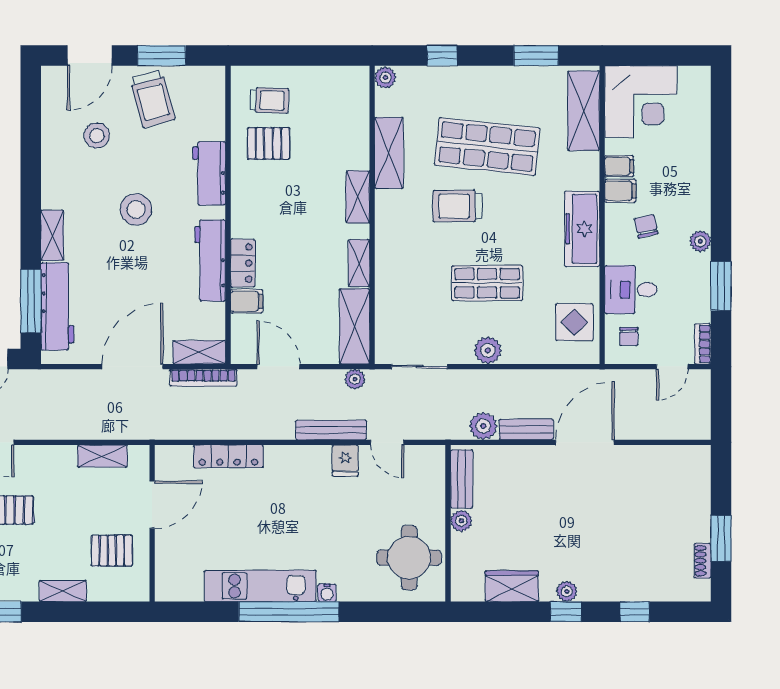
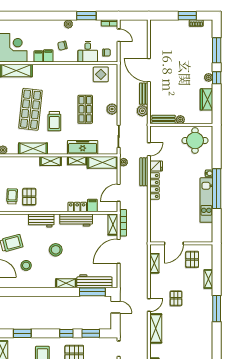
freezer: (582, 229) -> (83, 147), moved, turned 180
door: (132, 367) -> (119, 251), hinge flipped
locker: (228, 456) -> (155, 186), moved
door: (152, 505) -> (174, 243), swing flipped
window: (635, 612) -> (217, 50), width x2.17

